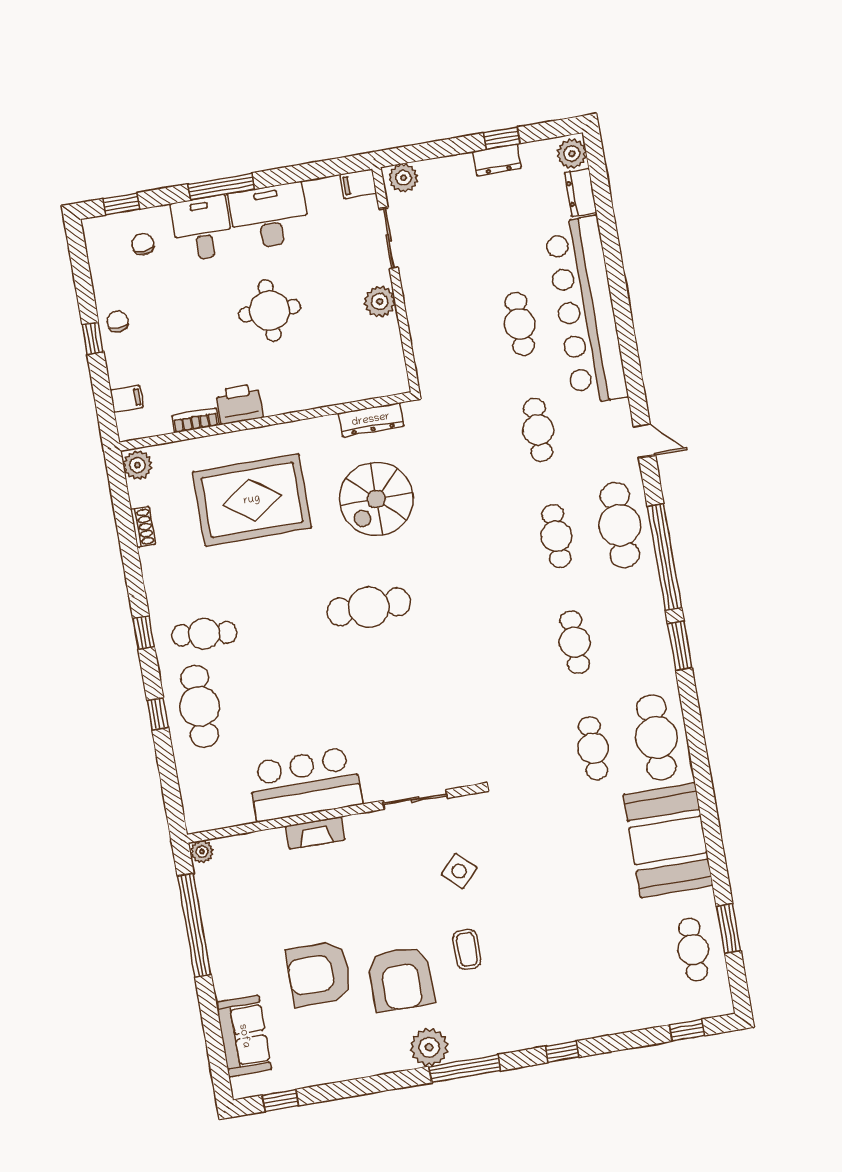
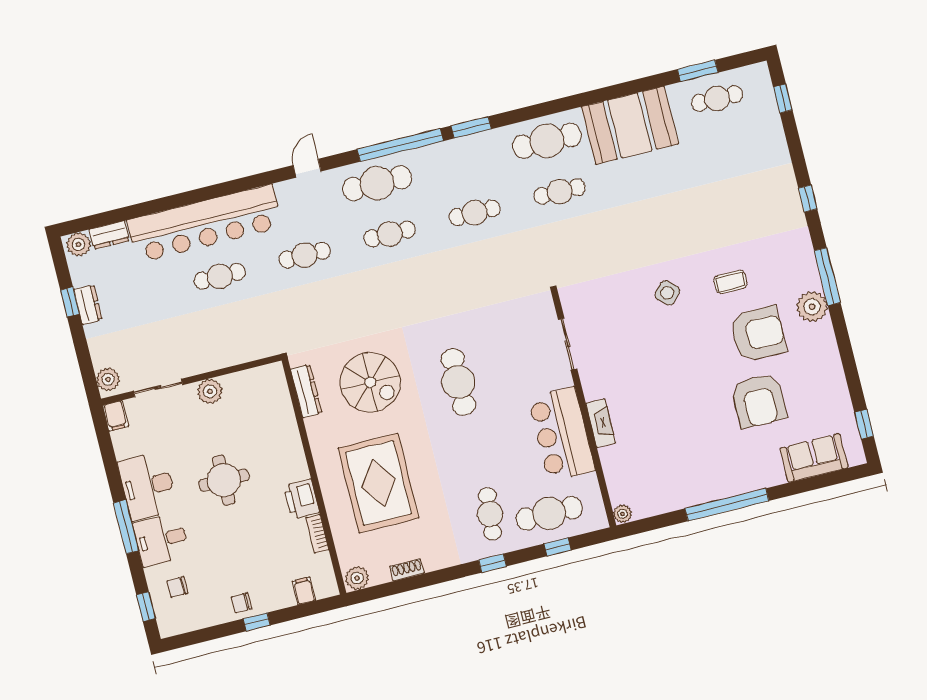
bar counter: (305, 784) -> (562, 434), moved
sliding door: (415, 799) -> (568, 344), moved
wall: (333, 813) -> (584, 409), moved
fireplace: (315, 833) -> (601, 423), moved
plant: (202, 852) -> (623, 514), moved

